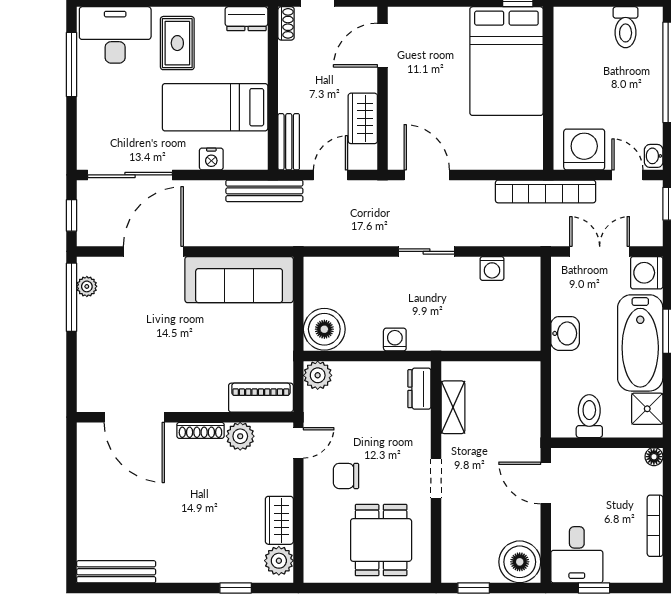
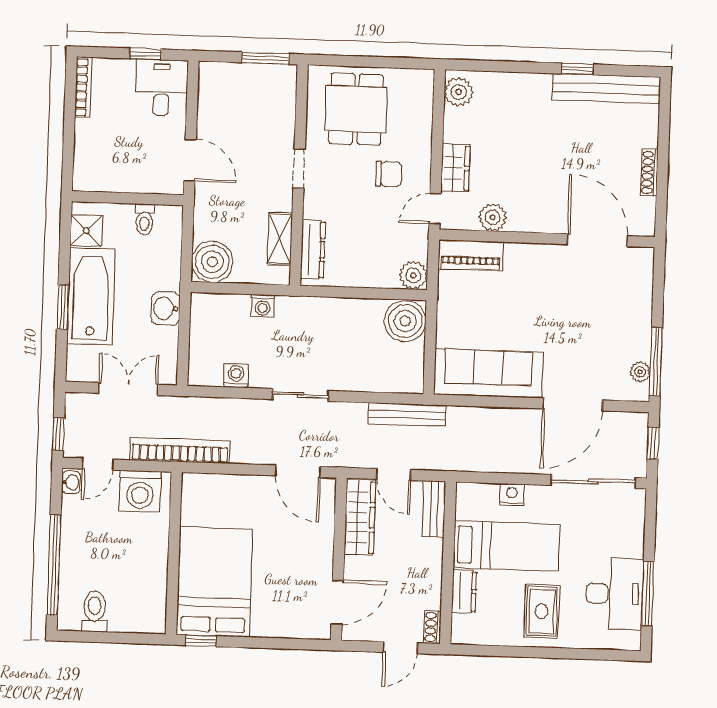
dresser: (246, 19) -> (464, 591), moved, turned 90
desk: (115, 35) -> (615, 594), moved, turned -90
wardrobe: (363, 118) -> (360, 517), width x1.50
door: (331, 175) -> (394, 474), hinge flipped
door: (627, 175) -> (98, 464), hinge flipped
bench: (264, 191) -> (407, 415), moved
double door: (600, 251) -> (128, 389), swing flipped
washing machine: (647, 273) -> (82, 366), removed
washing machine: (395, 340) -> (263, 306), moved
dresser: (419, 389) -> (313, 250), width x1.44
toilet: (589, 416) -> (144, 219), width x0.73, depth x0.72
shoe rack: (200, 430) -> (649, 173), moved, turned -90
floor lamp: (654, 457) -> (81, 183), removed
wardrobe: (279, 520) -> (455, 168), moved
bookcase: (655, 526) -> (83, 87), moved
boiler: (520, 562) -> (212, 262), moved
bench: (116, 572) -> (606, 89), width x1.37, depth x1.21
window: (236, 588) -> (577, 69), moved
window: (474, 588) -> (265, 58), width x1.50

